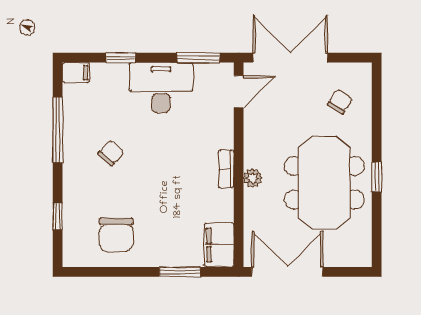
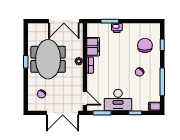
door: (239, 92) -> (85, 98), swing flipped
chair: (116, 235) -> (145, 45), moved
filing cabinet: (219, 245) -> (93, 47), moved
printer: (164, 256) -> (117, 28), added

